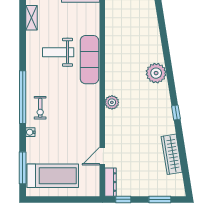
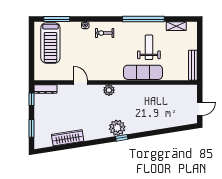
plant: (156, 73) -> (117, 128), moved
window: (23, 97) -> (143, 19), moved
window: (176, 113) -> (122, 138), moved
door: (102, 156) -> (81, 82), moved

